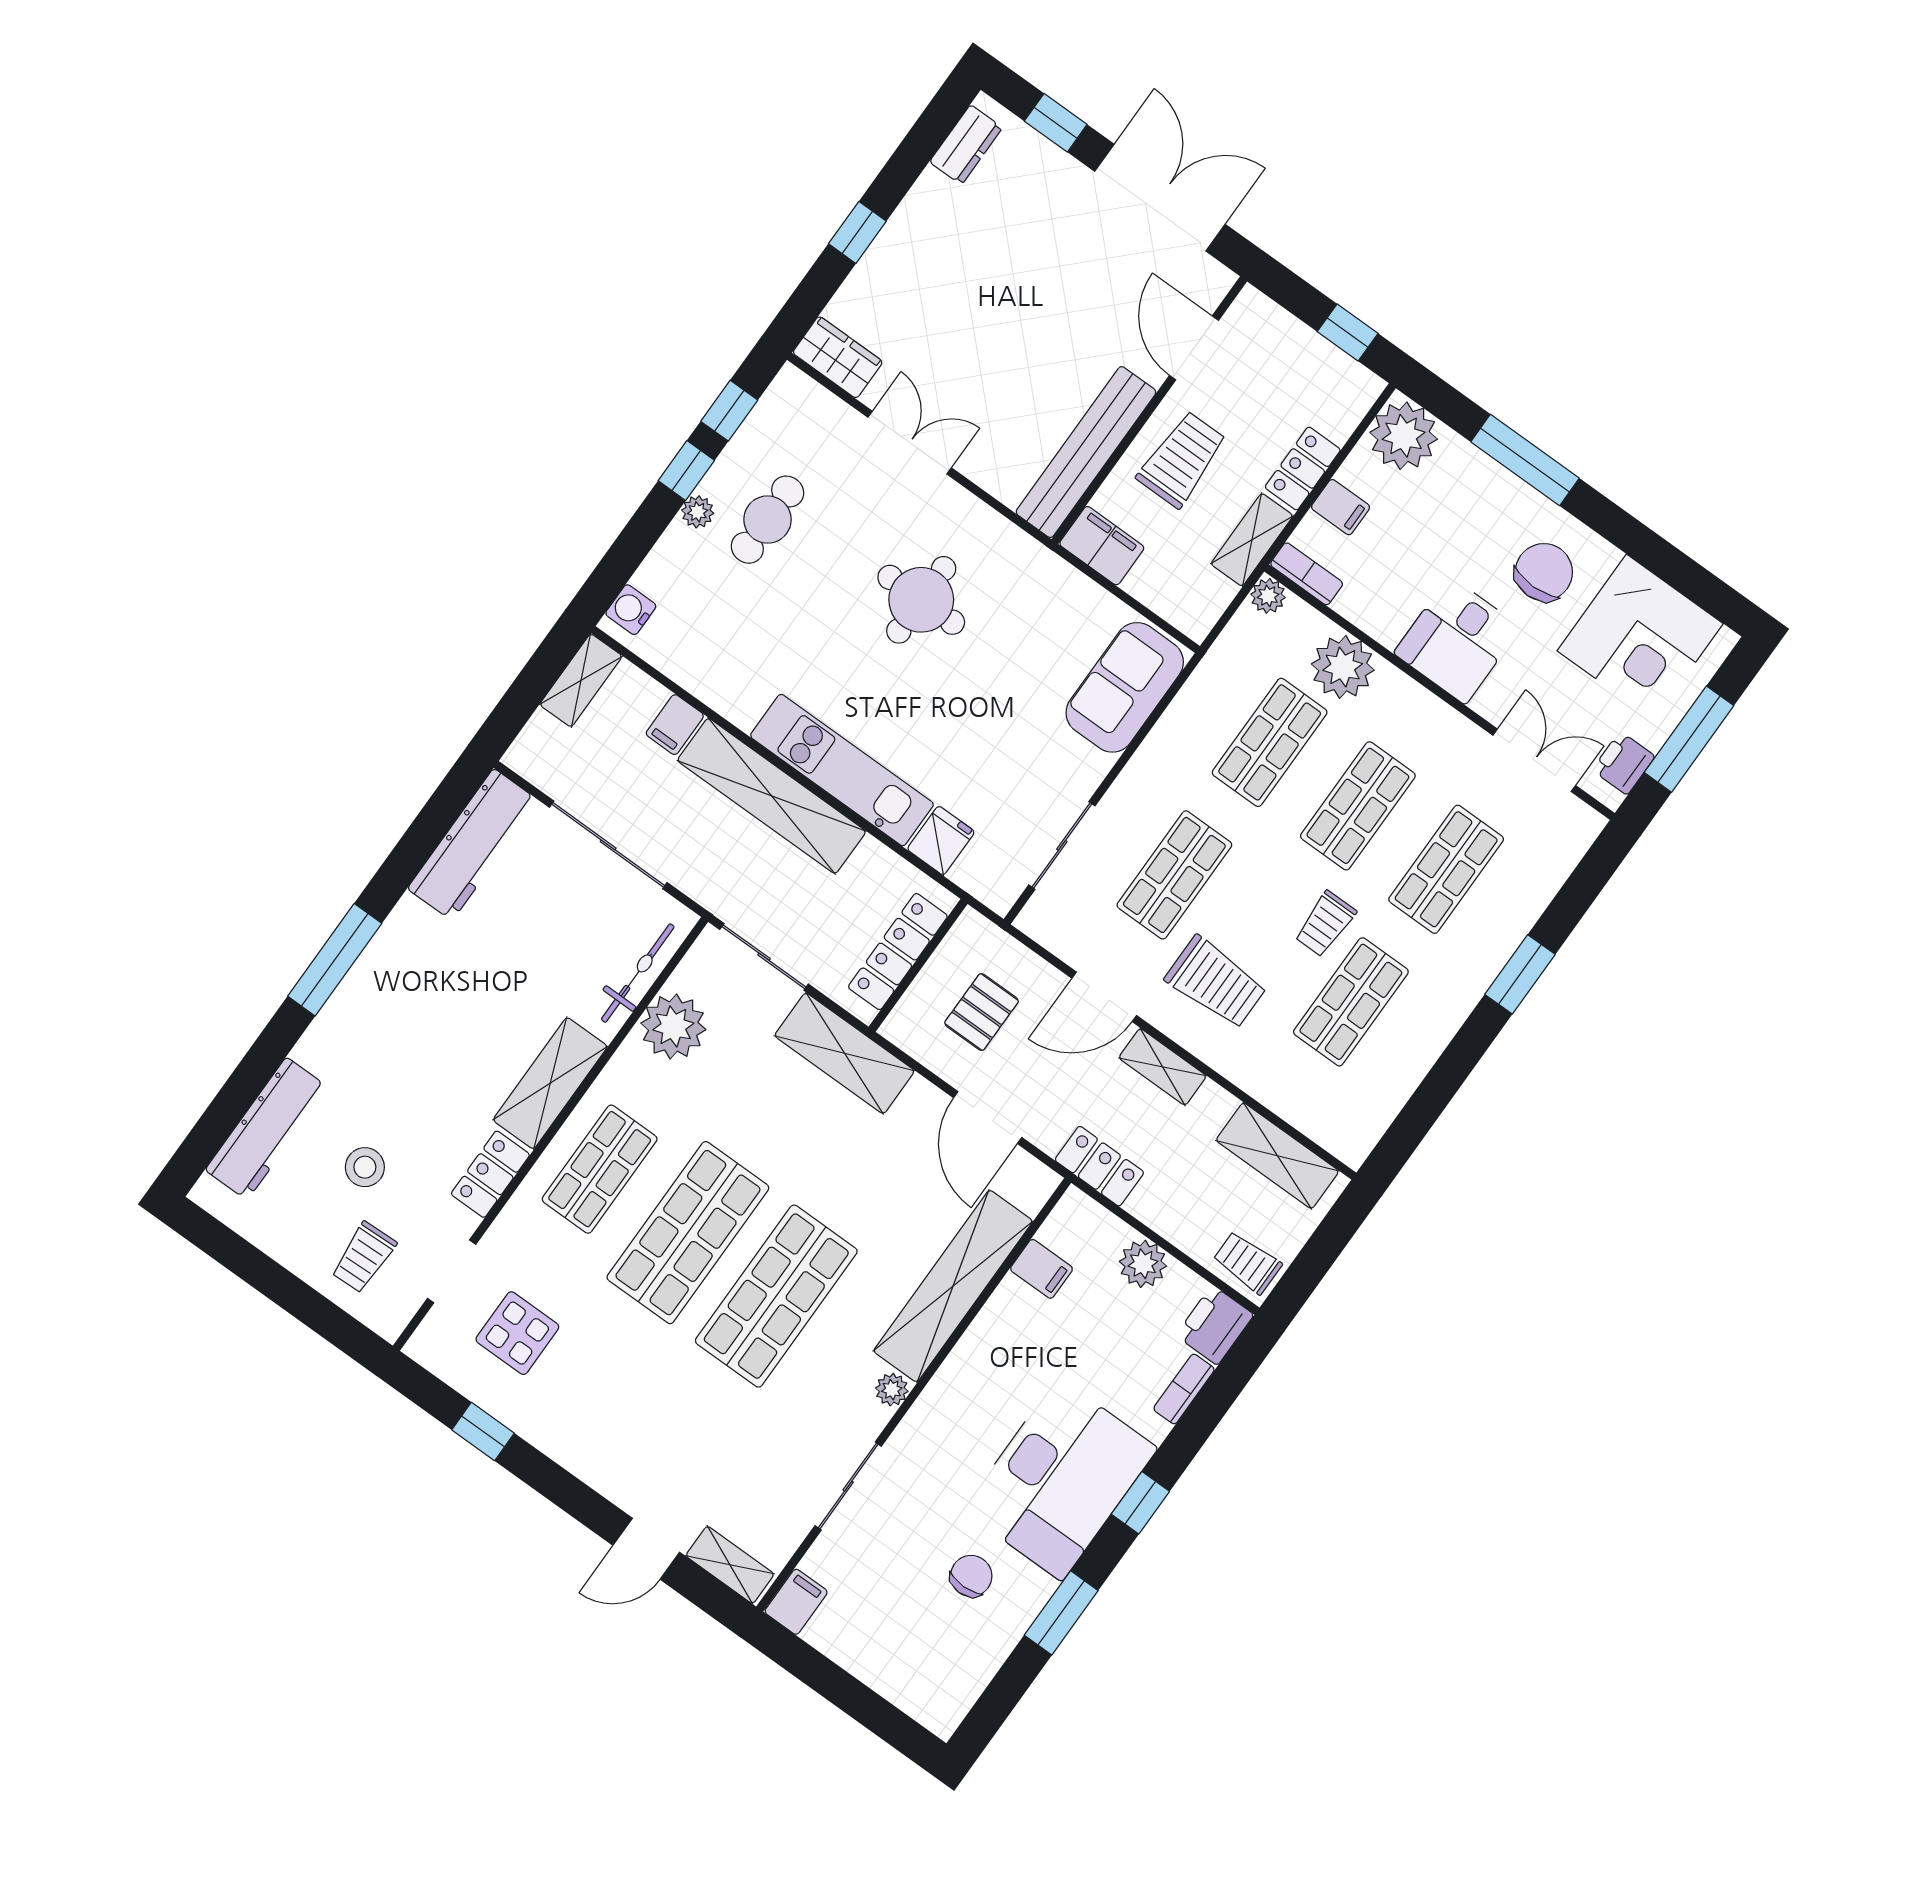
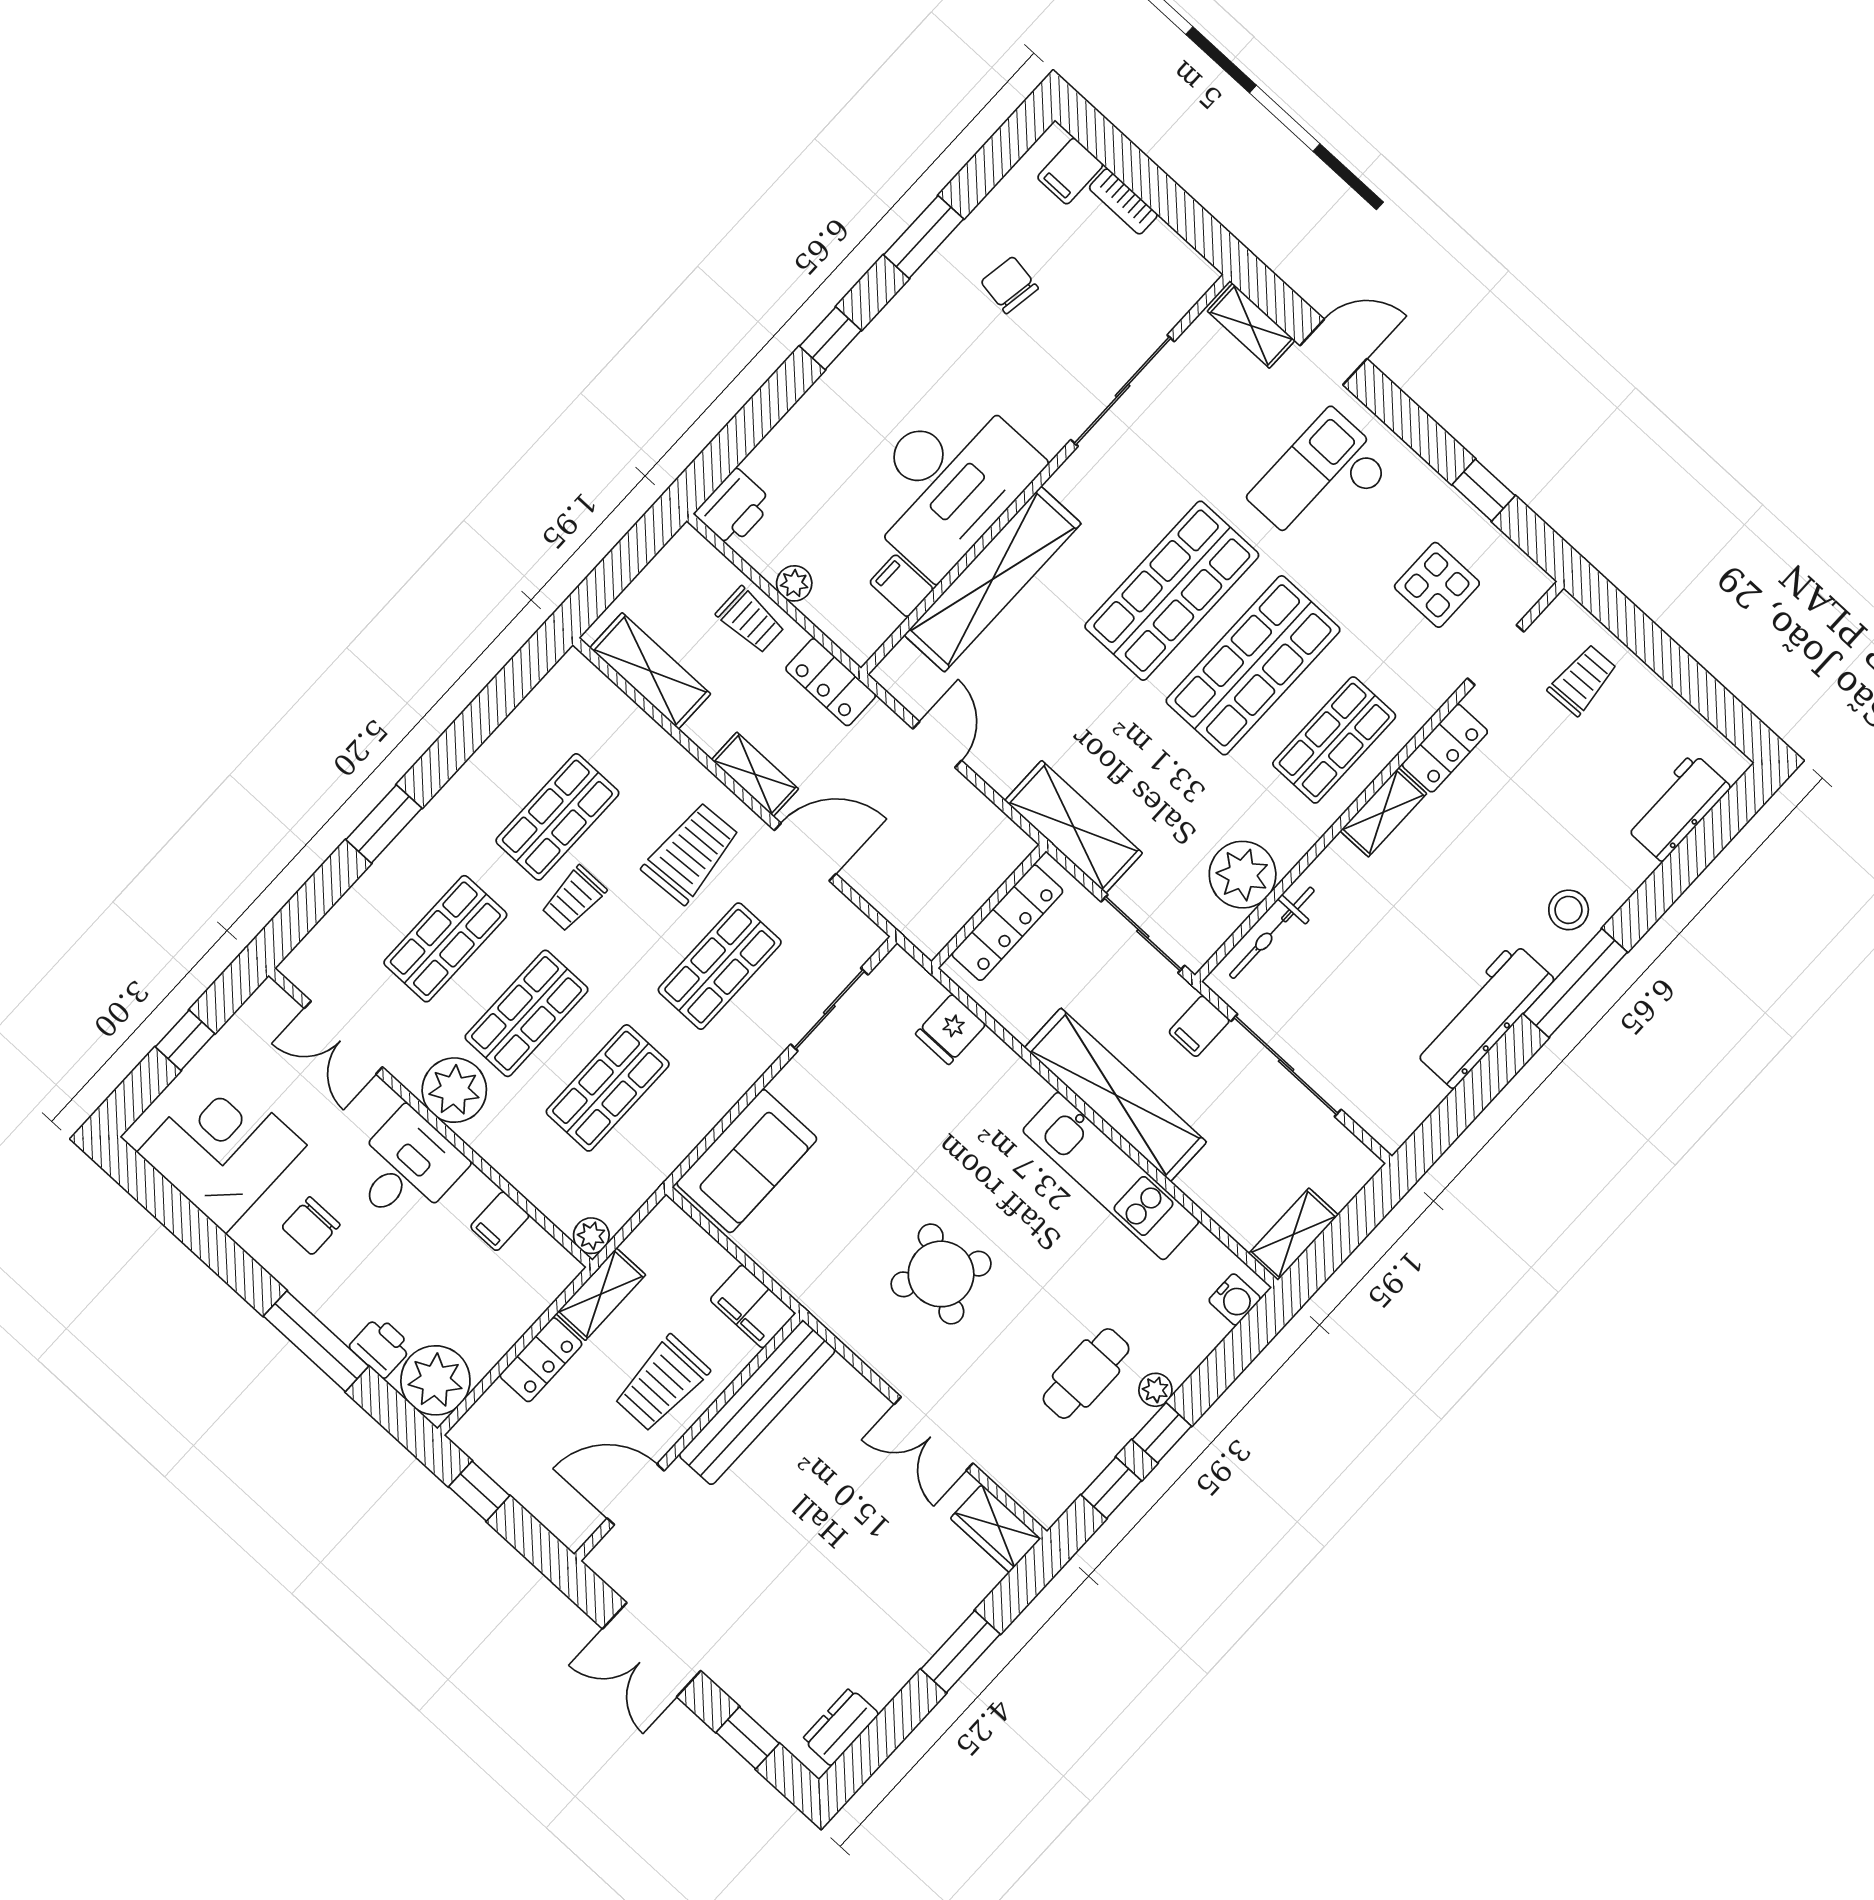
double door: (1160, 198) -> (652, 1650), width x0.73
window: (857, 232) -> (961, 1652), width x1.50
door: (1194, 348) -> (636, 1494), swing flipped
filing cabinet: (1341, 507) -> (500, 1221), moved, turned -90
chair: (1544, 572) -> (311, 1226), width x0.73, depth x0.73
bookcase: (1307, 574) -> (550, 1253), removed
round table: (921, 600) -> (941, 1274), turned 32
plant: (1343, 667) -> (454, 1090), moved
filing cabinet: (675, 725) -> (1199, 1026), moved, turned 180
window: (1689, 739) -> (185, 1040), width x0.46
printer: (1624, 763) -> (381, 1347), moved, turned -90
kitchen unit: (842, 770) -> (1111, 1176), moved
workbench: (473, 845) -> (1484, 1015), moved
trolley: (1325, 924) -> (574, 899), turned 180
trolley: (1216, 982) -> (691, 853), turned 87
pallet: (982, 1012) -> (931, 852), removed
shelving: (550, 1083) -> (1383, 812), width x0.67, depth x0.75
door: (988, 1118) -> (937, 745), width x0.73
workbench: (267, 1129) -> (1678, 807), width x0.73
stool: (365, 1167) -> (1569, 910), moved
trolley: (1247, 1263) -> (750, 620), moved
plant: (1143, 1264) -> (794, 583), width x0.73, depth x0.73
bookcase: (1184, 1389) -> (1123, 201), moved, turned 90
plant: (892, 1390) -> (1067, 482), removed
checkout: (644, 1421) -> (1320, 481), added
desk: (1060, 1479) -> (947, 482), moved, turned 180
sliding door: (848, 1486) -> (1123, 391), width x1.37
chair: (971, 1576) -> (1010, 285), turned 99
filing cabinet: (796, 1602) -> (1070, 171), moved

